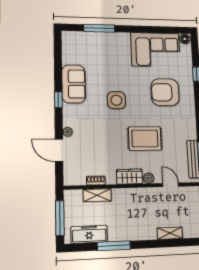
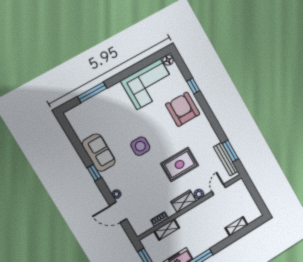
armchair: (165, 92) -> (183, 109), moved, turned 90
door: (171, 185) -> (219, 190), hinge flipped

